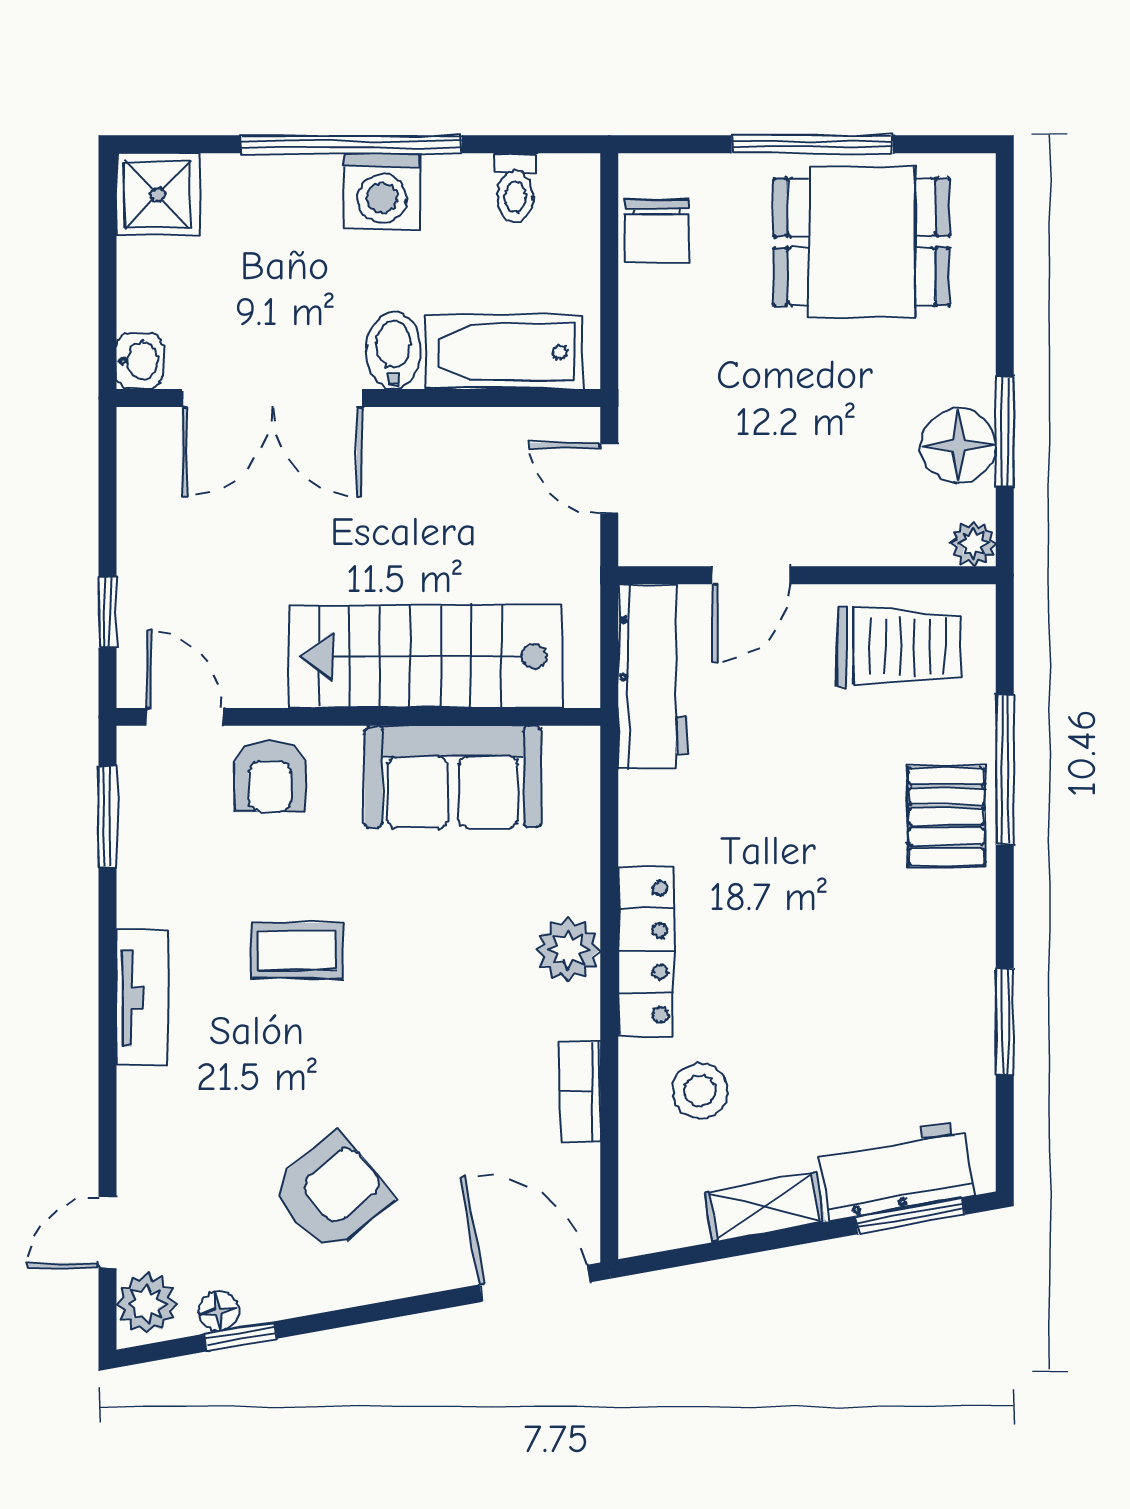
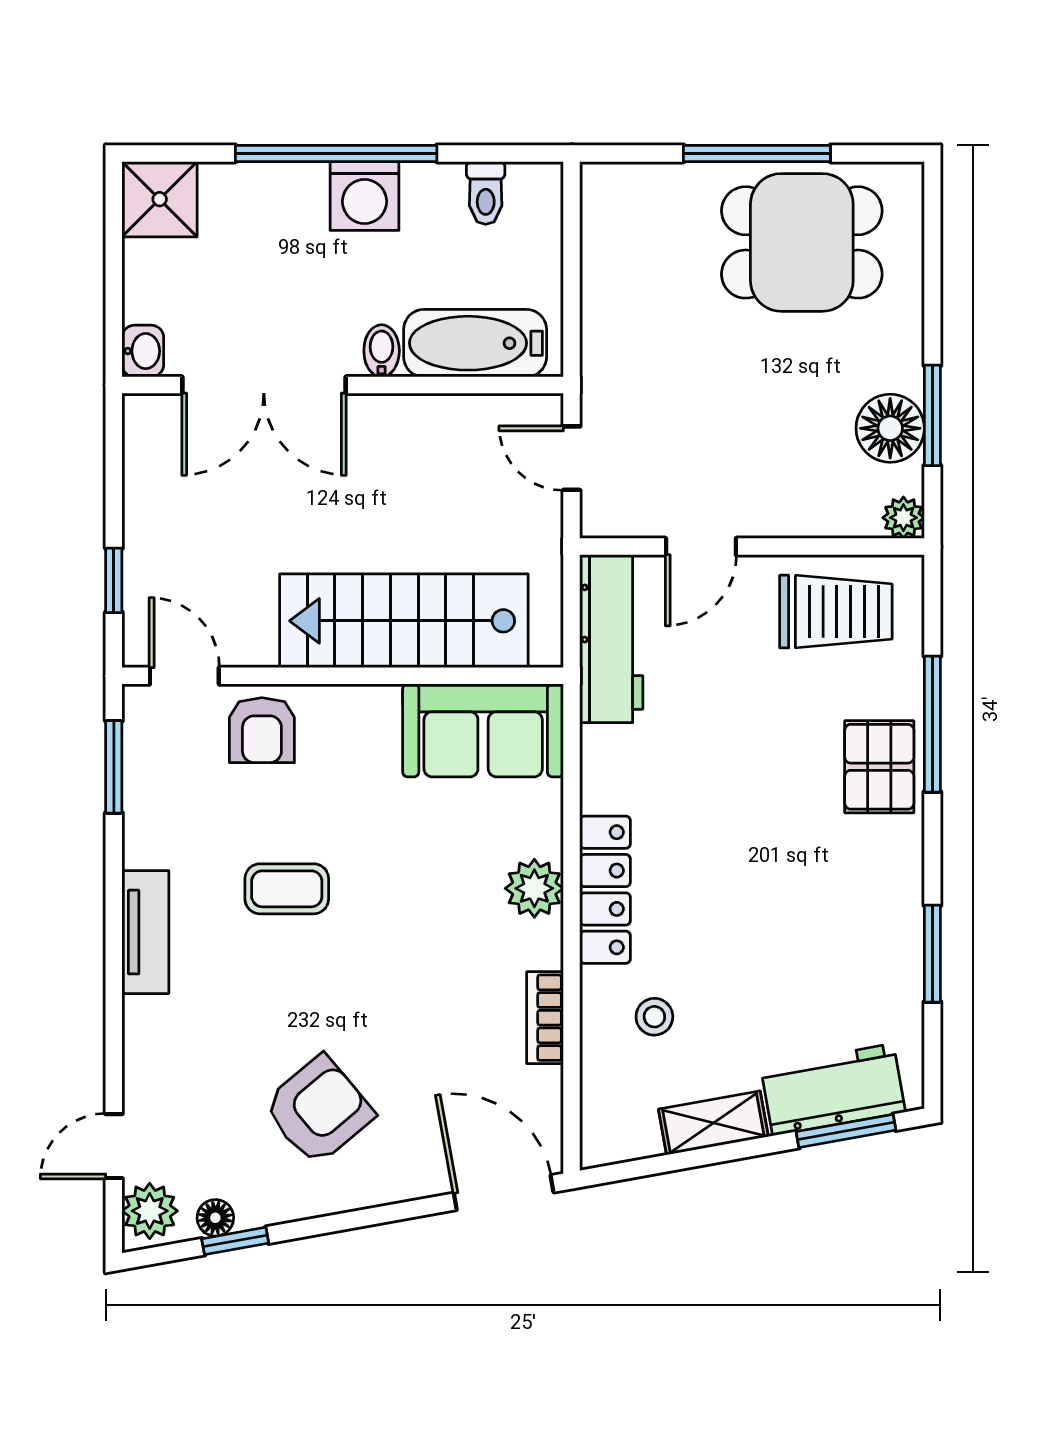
chair: (657, 231) -> (615, 232), removed
bidet: (393, 350) -> (382, 351), width x0.72, depth x0.74
sofa: (453, 777) -> (483, 730), moved
stool: (700, 1091) -> (654, 1017), width x0.73, depth x0.73

